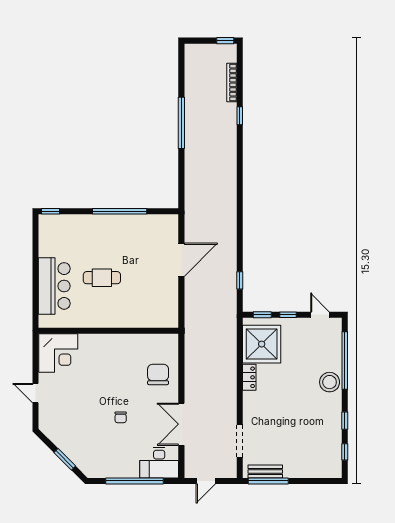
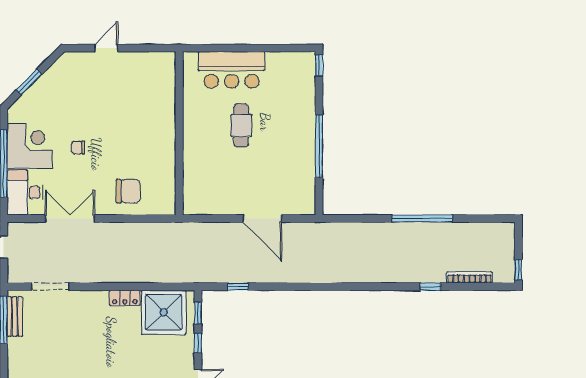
corner desk: (58, 353) -> (30, 146), moved, turned 180

